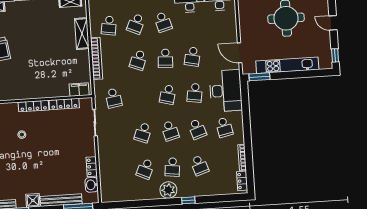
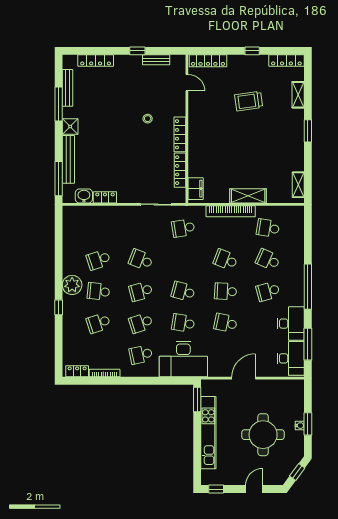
shelving: (82, 34) -> (248, 196), moved
door: (240, 53) -> (244, 378), moved
school desk: (145, 169) -> (98, 260), turned -42

